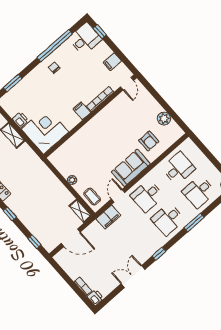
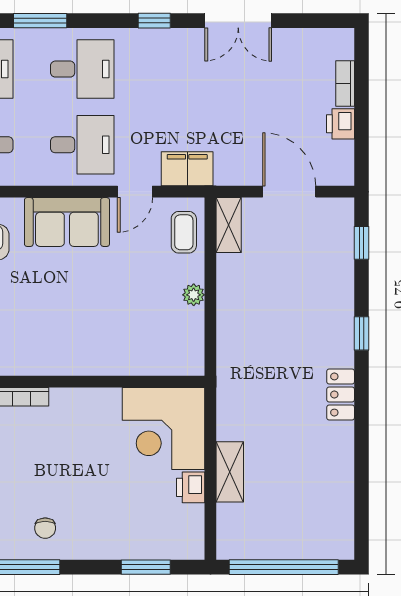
filing cabinet: (82, 111) -> (64, 405), removed
printer: (95, 298) -> (340, 124), moved

